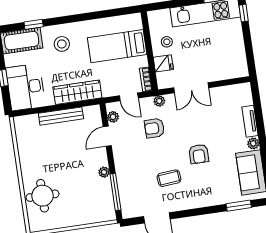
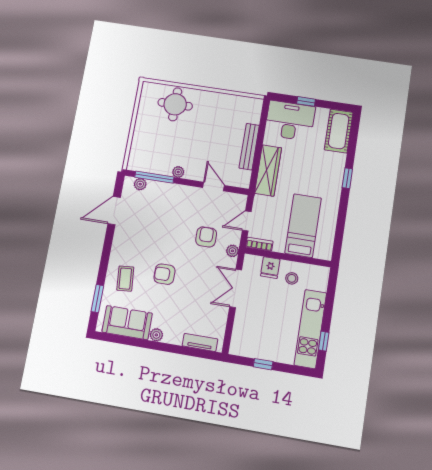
window: (244, 13) -> (263, 364), moved
window: (34, 24) -> (347, 178), moved
stool: (62, 44) -> (323, 170), removed
plant: (113, 117) -> (140, 184), moved
tv unit: (250, 121) -> (200, 342), moved
coffee table: (169, 178) -> (125, 279), moved

